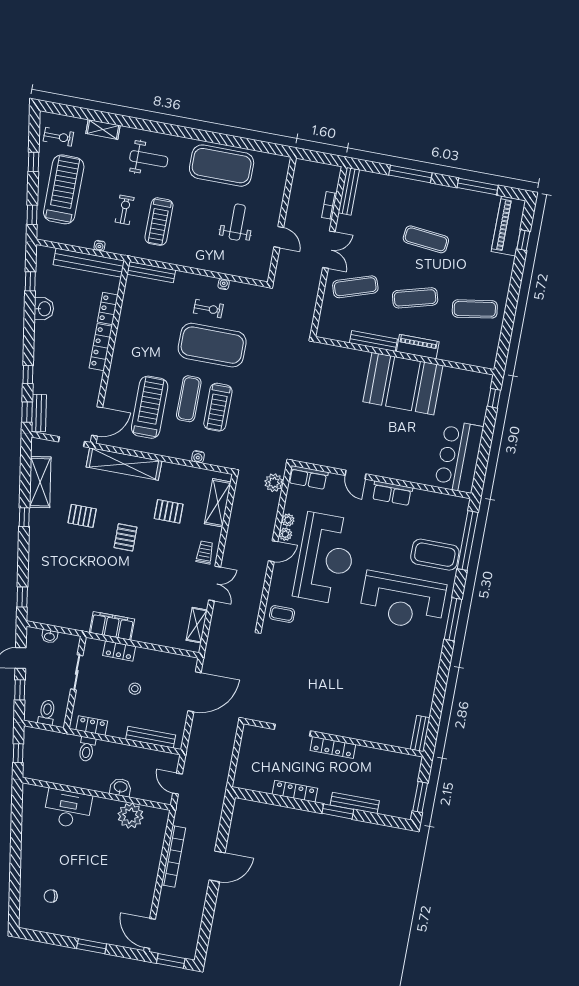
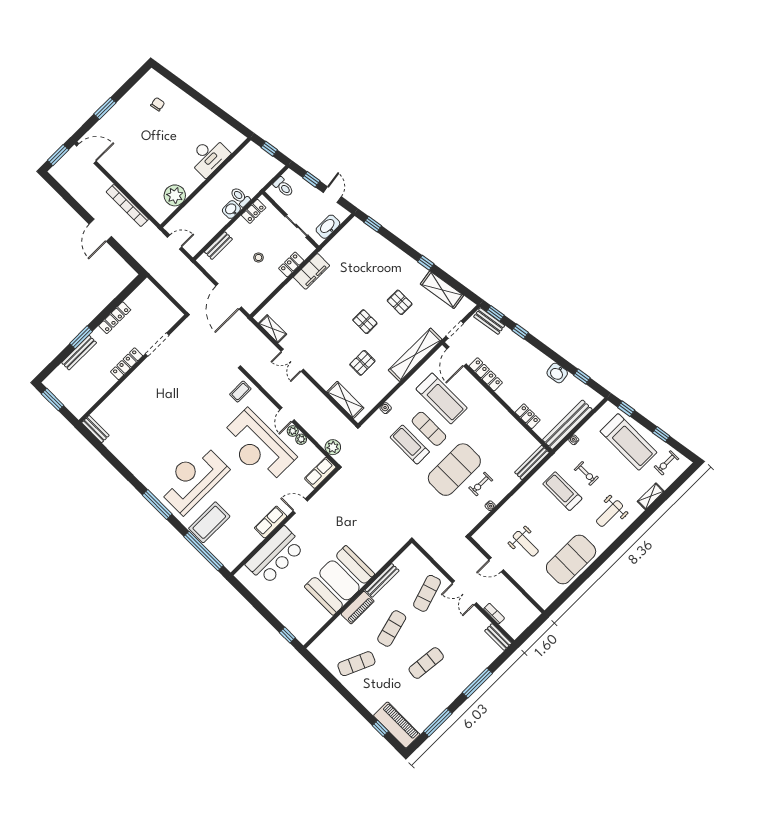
bench: (349, 191) -> (498, 637), width x0.73
exercise mat: (475, 309) -> (356, 664), turned 33
locker: (101, 347) -> (486, 374), moved
bar counter: (459, 457) -> (275, 556), moved, turned 90
pallet: (82, 516) -> (400, 302), turned 90
trolley: (205, 552) -> (318, 368), removed
washbasin: (50, 636) -> (328, 227), width x1.91, depth x1.45
bench: (151, 737) -> (218, 246), width x0.73
washbasin: (121, 787) -> (231, 210), moved, turned 180

